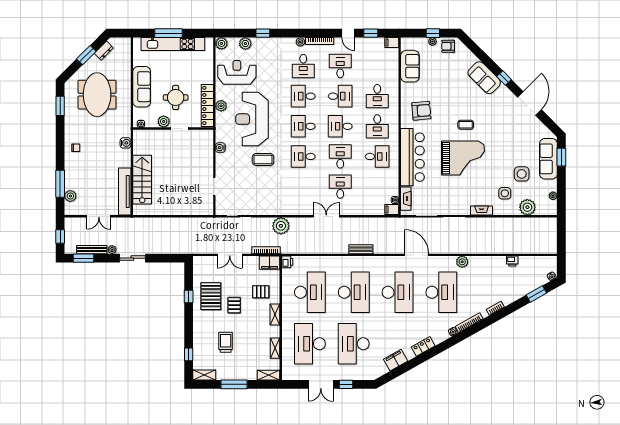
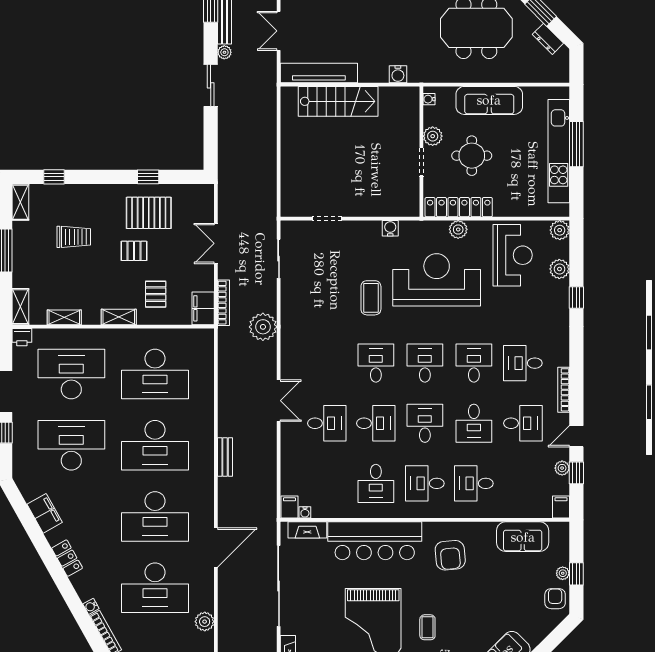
plant: (300, 42) -> (562, 468), moved
printer: (287, 262) -> (22, 337), moved

